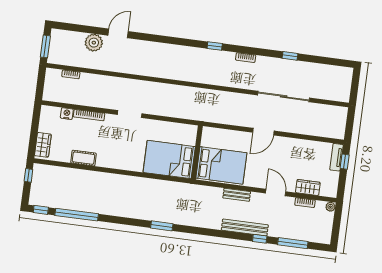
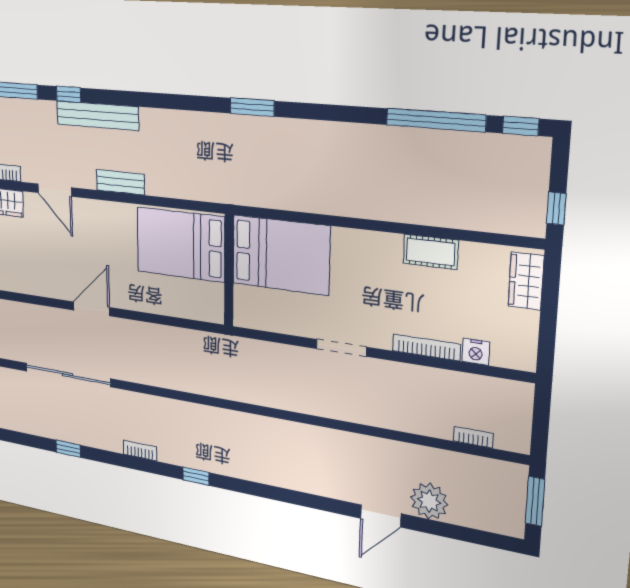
wall: (197, 152) -> (229, 271), moved
bed: (169, 160) -> (281, 255), moved
bed: (221, 165) -> (180, 244), moved

